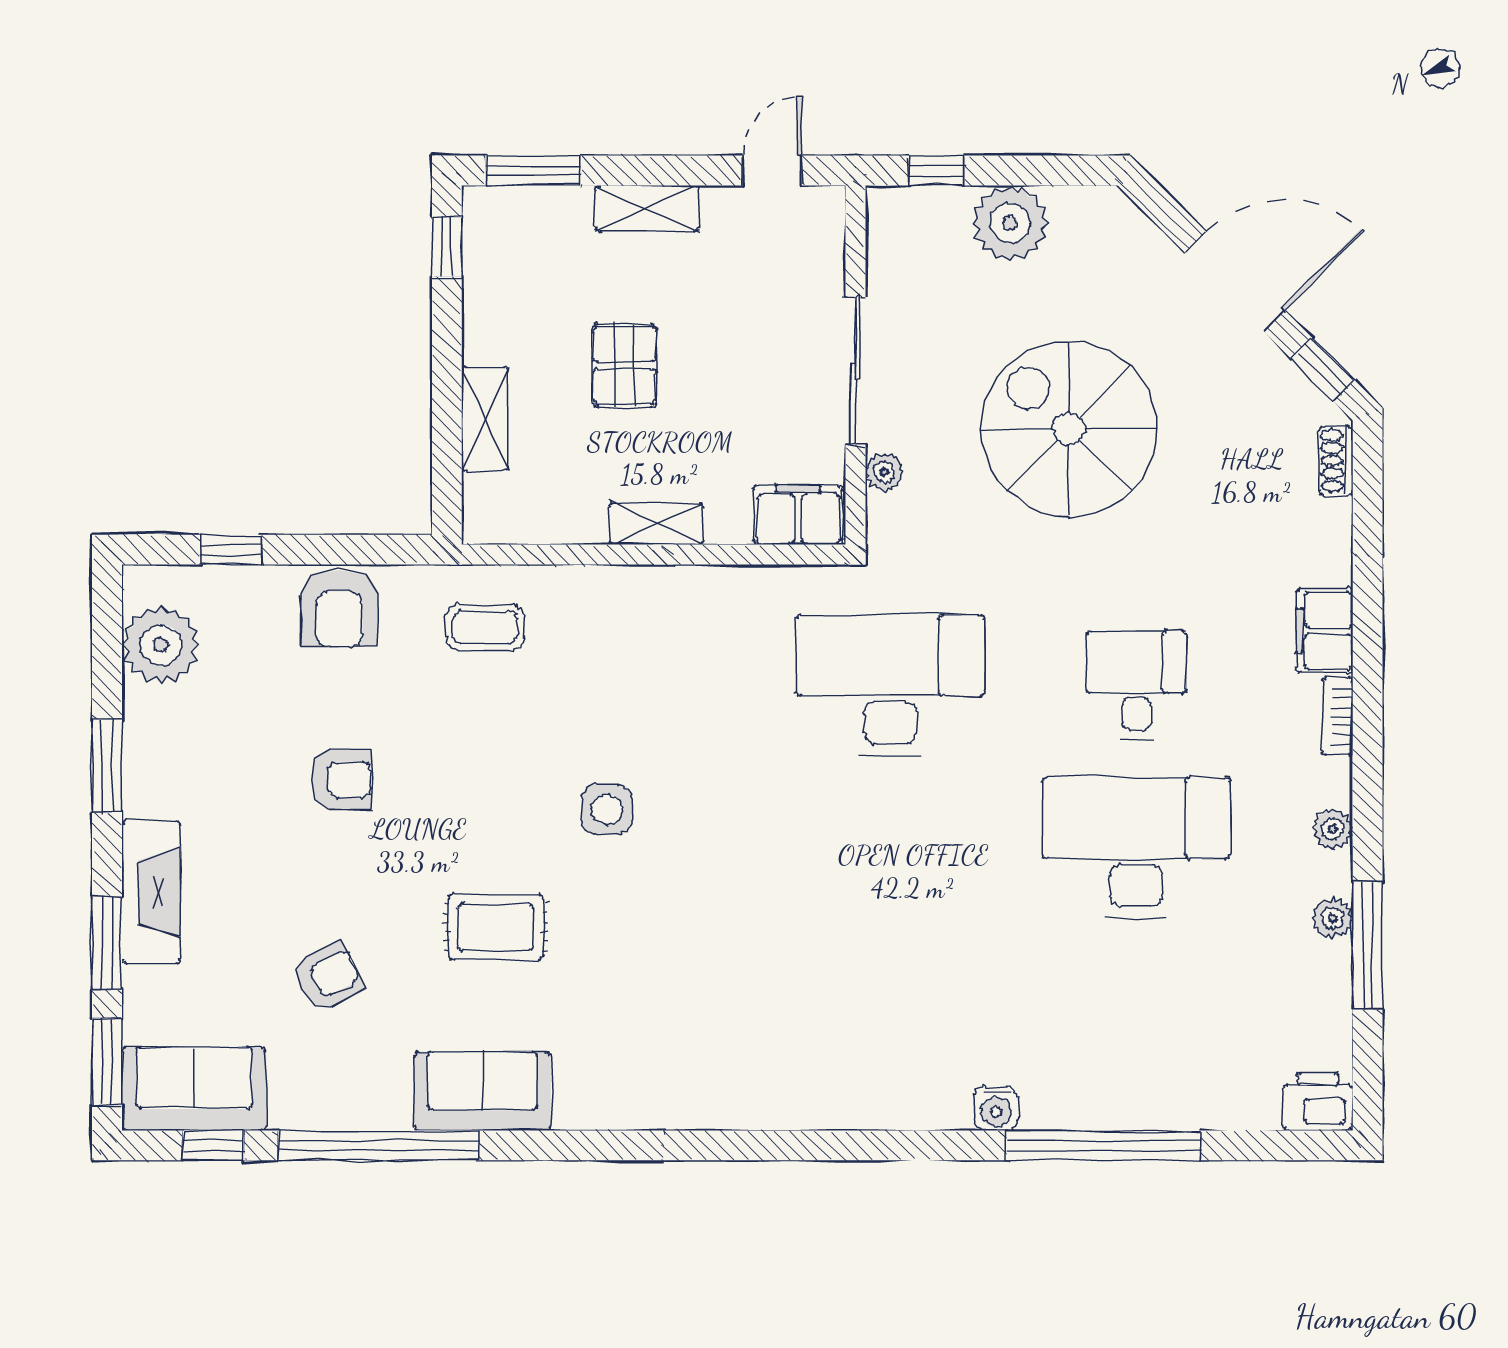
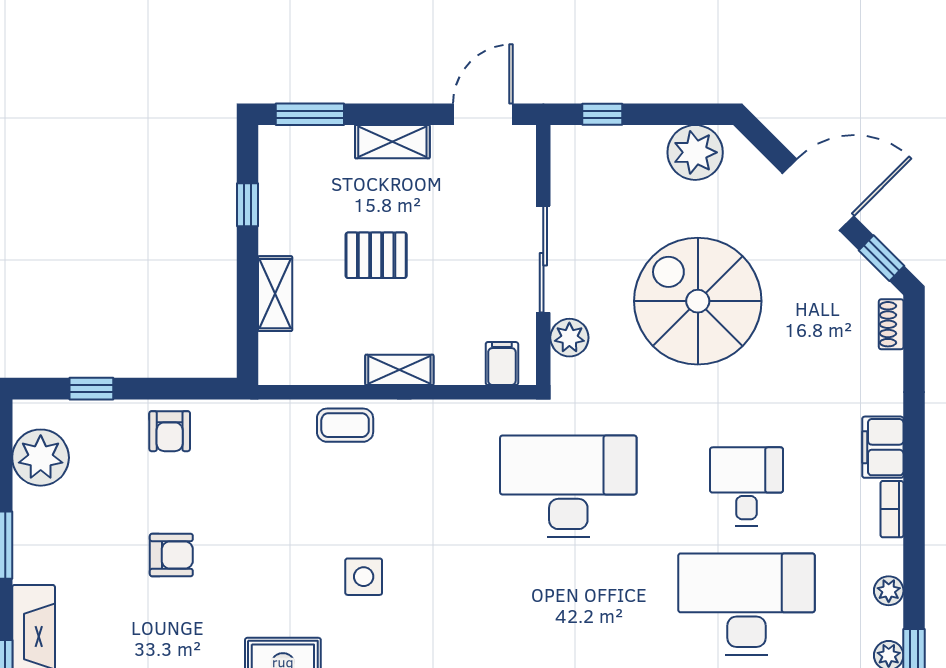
door: (772, 170) -> (483, 114), width x1.38
plant: (1010, 223) -> (695, 152), moved
window: (447, 247) -> (248, 205), moved
pallet: (624, 365) -> (376, 255), turned 90
plant: (884, 472) -> (569, 338), width x1.38, depth x1.38
filing cabinet: (798, 515) -> (502, 364), width x0.50
armchair: (339, 608) -> (170, 431), width x0.72, depth x0.72
coffee table: (485, 627) -> (345, 425), moved

